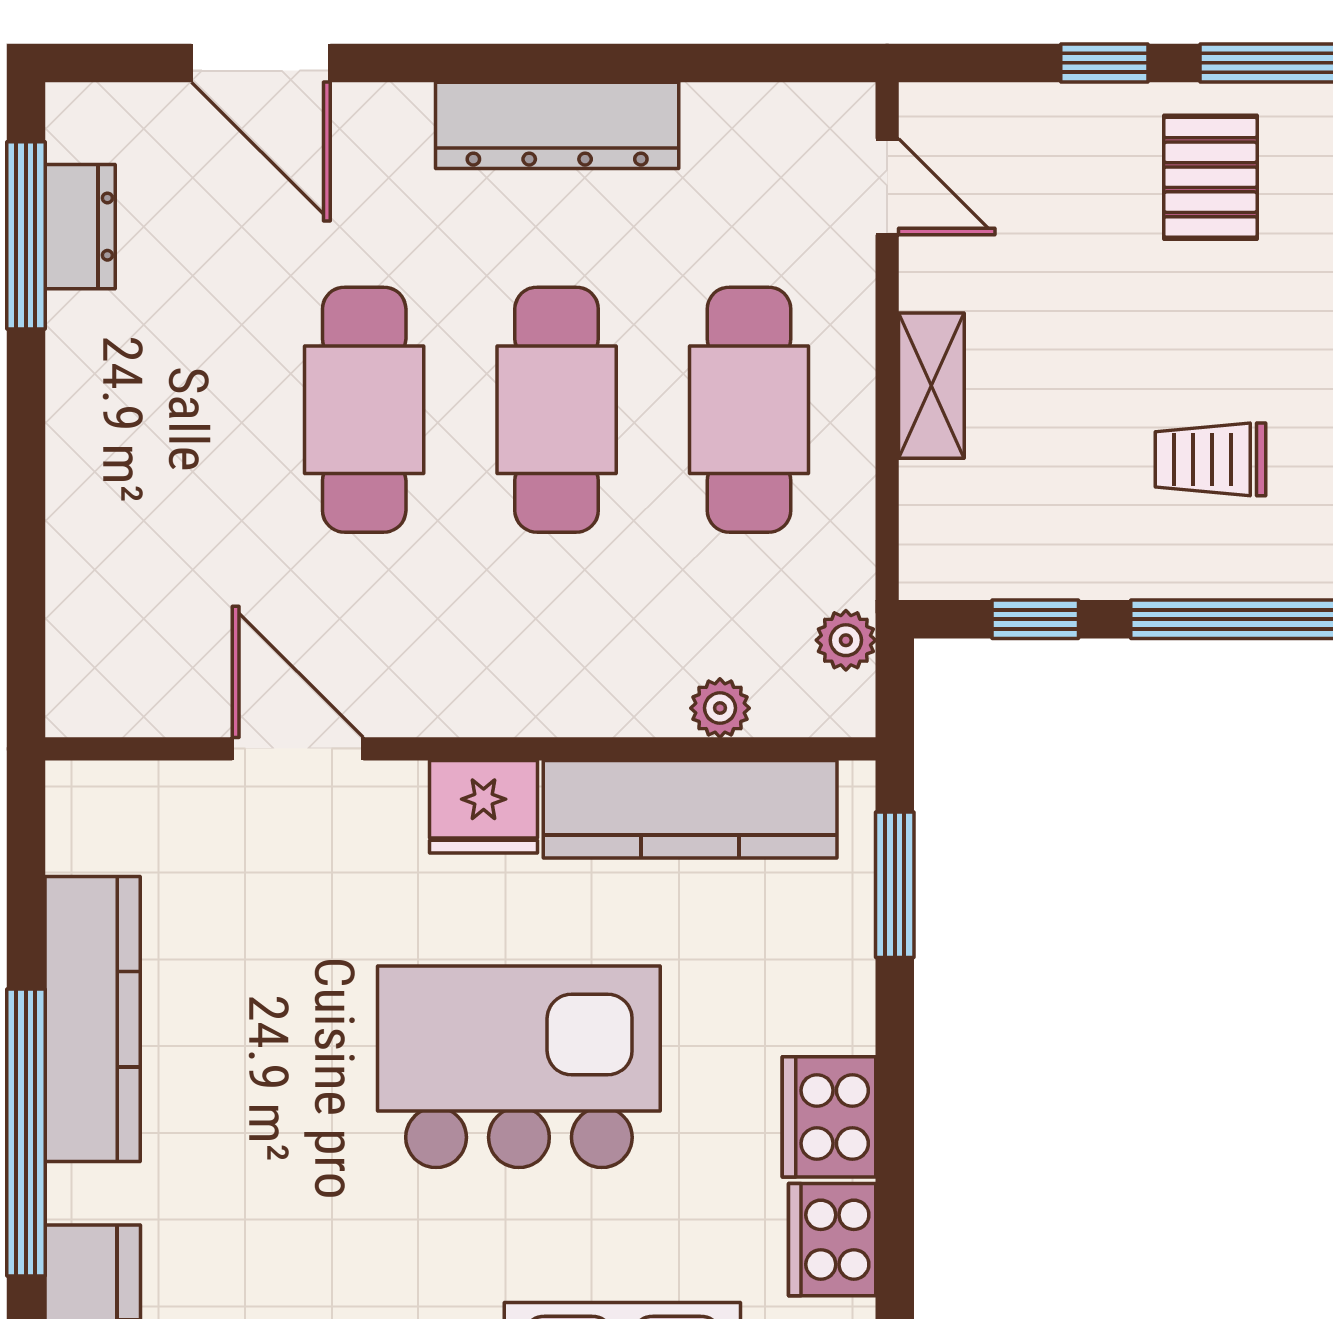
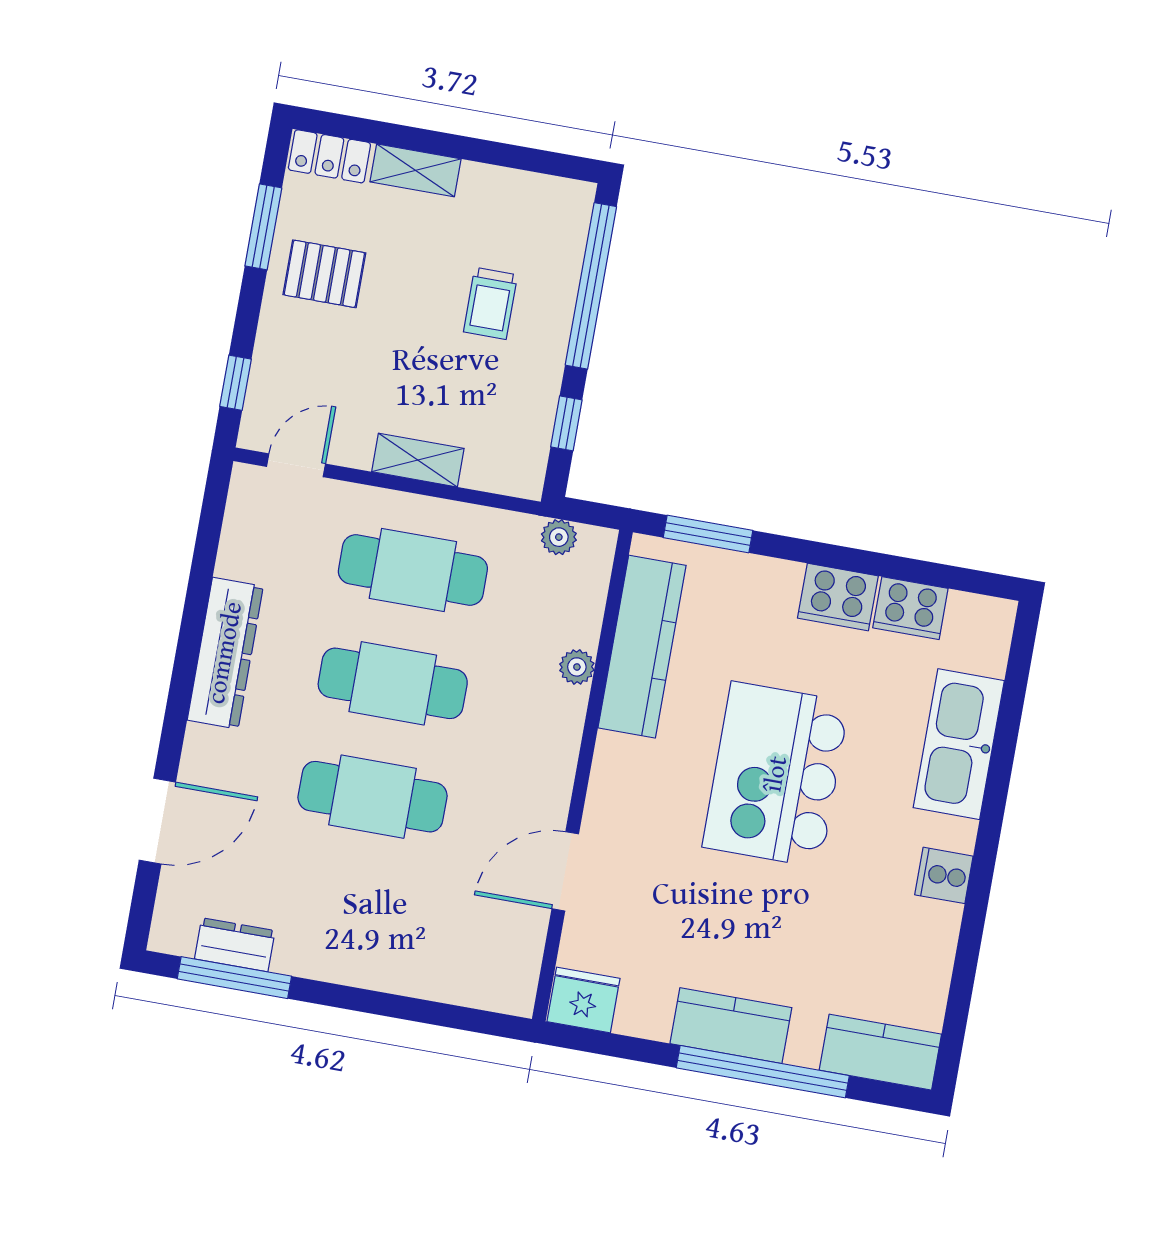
window: (1104, 63) -> (236, 383), moved
plant: (720, 708) -> (577, 667), moved
fridge: (484, 807) -> (583, 1000), moved, turned -90
kitchen counter: (93, 1019) -> (731, 1026), width x0.67

